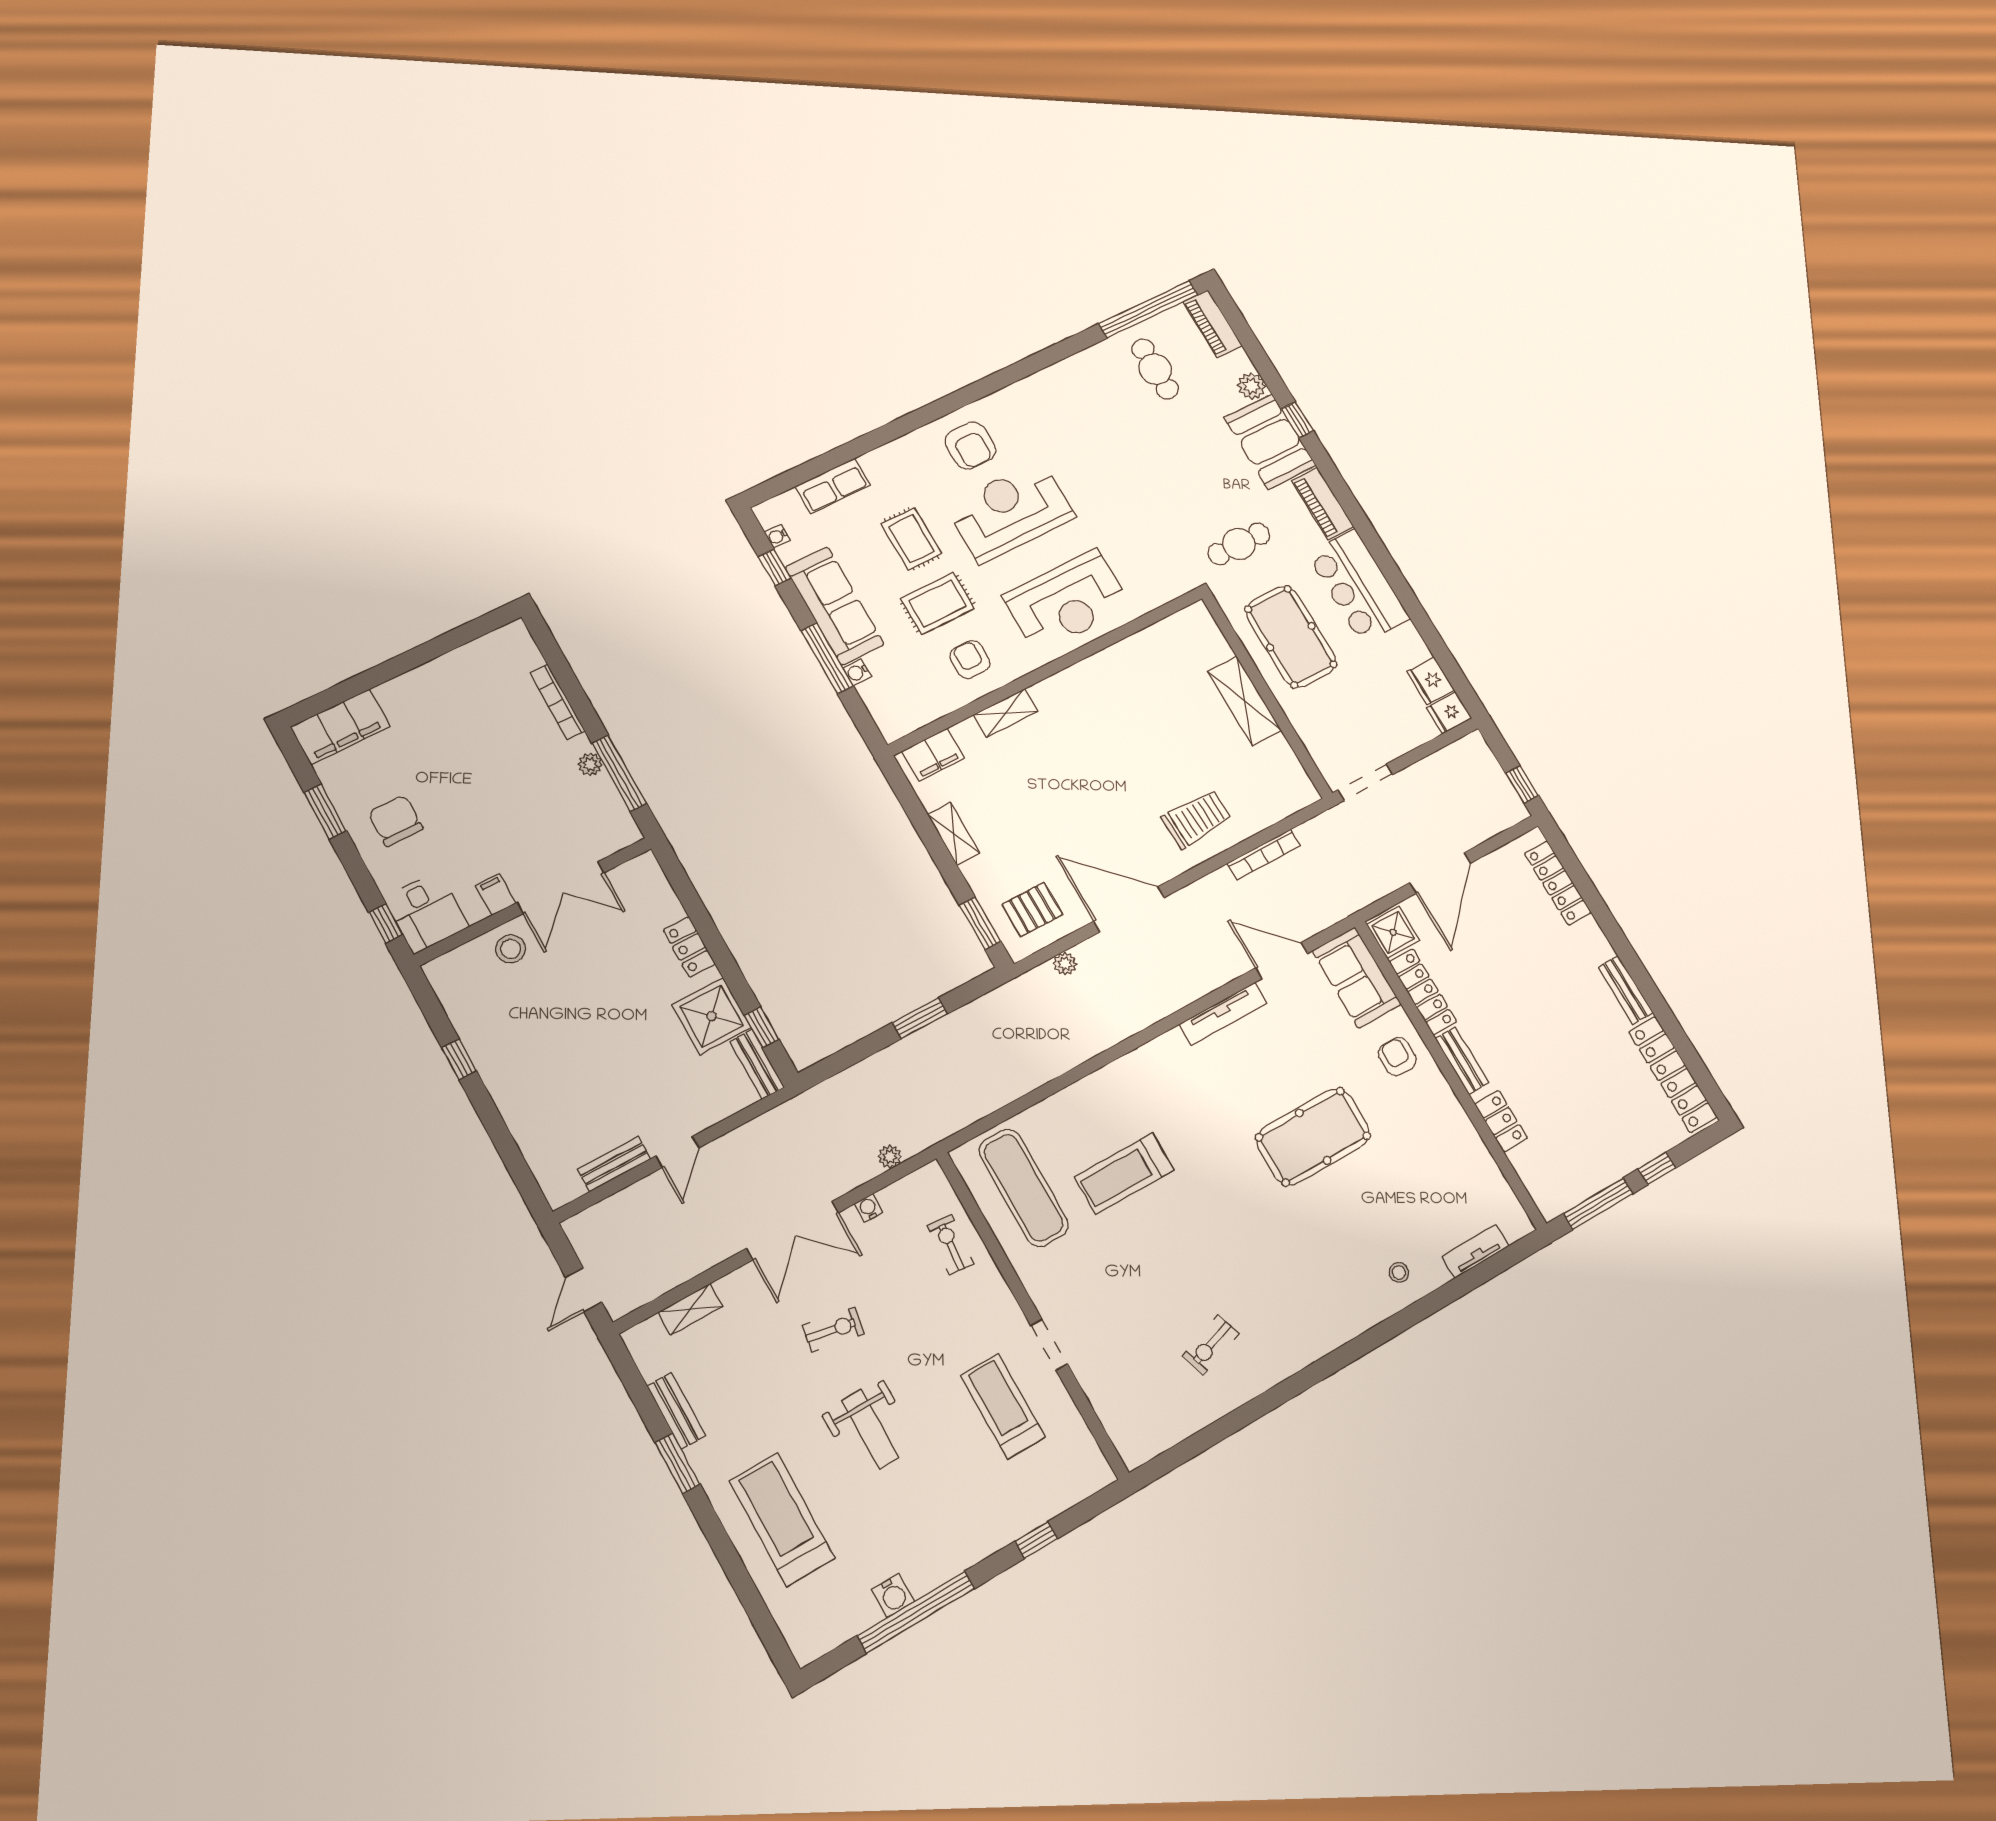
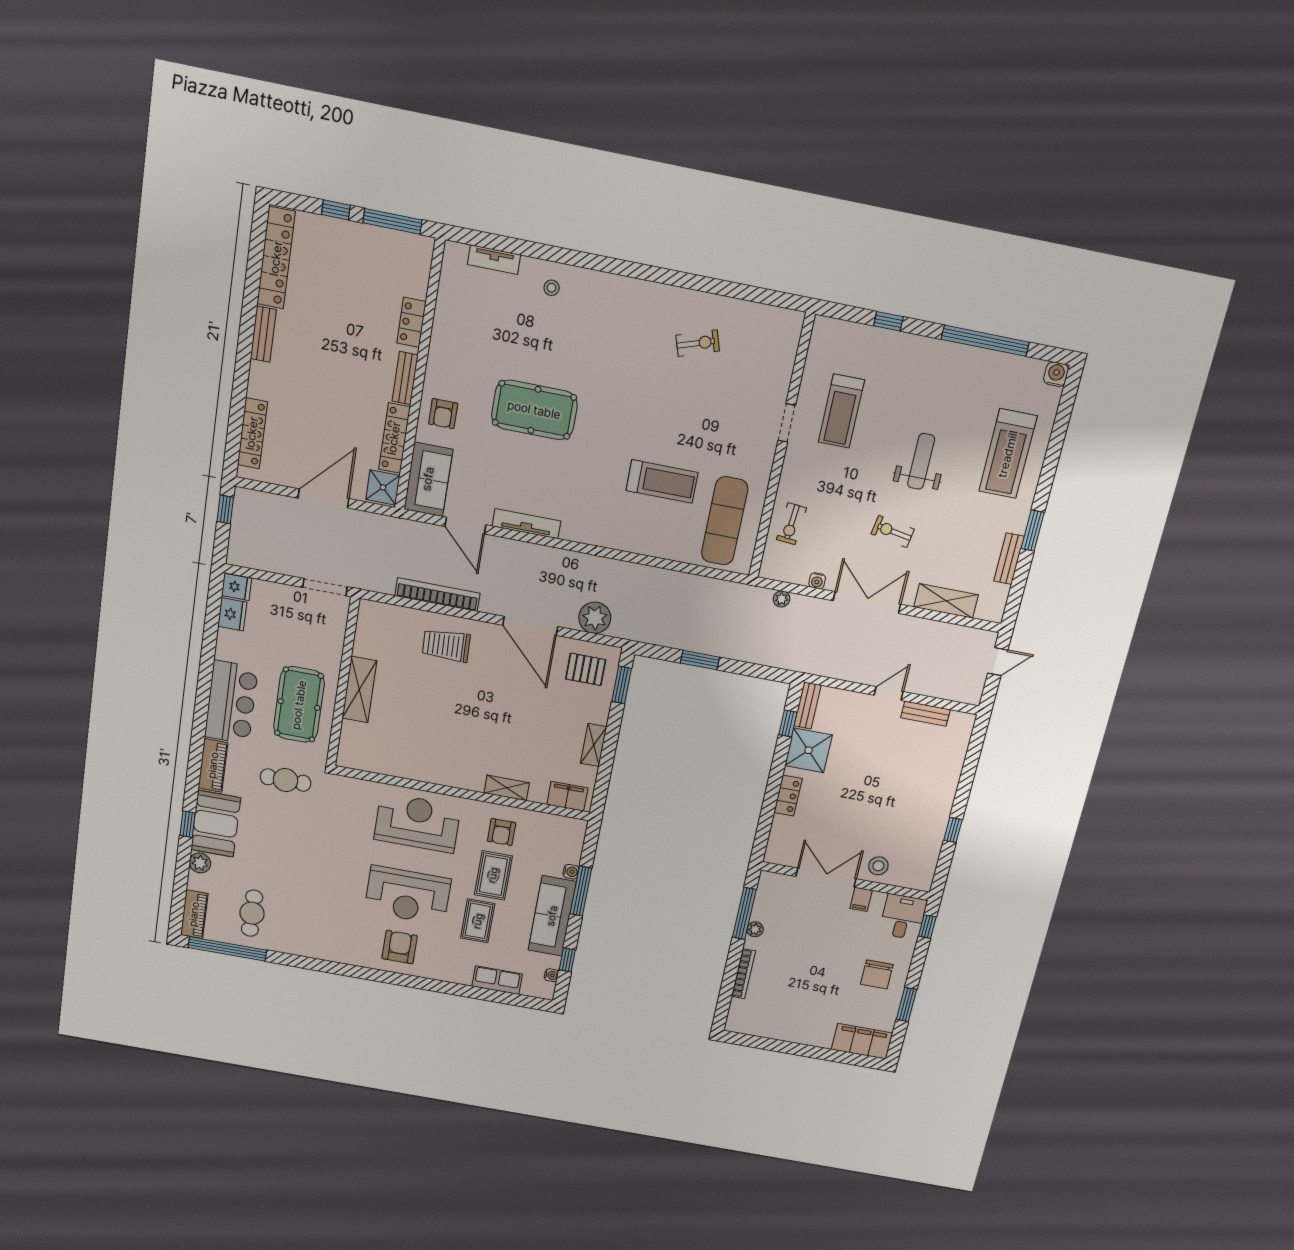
rug: (938, 604) -> (493, 875), turned 90
bookcase: (1264, 855) -> (437, 594), width x1.48, depth x1.31
plant: (1065, 964) -> (595, 618), width x1.88, depth x1.88
shelving: (690, 1309) -> (946, 601), width x1.50, depth x1.33
water cooler: (893, 1595) -> (1056, 374), moved

